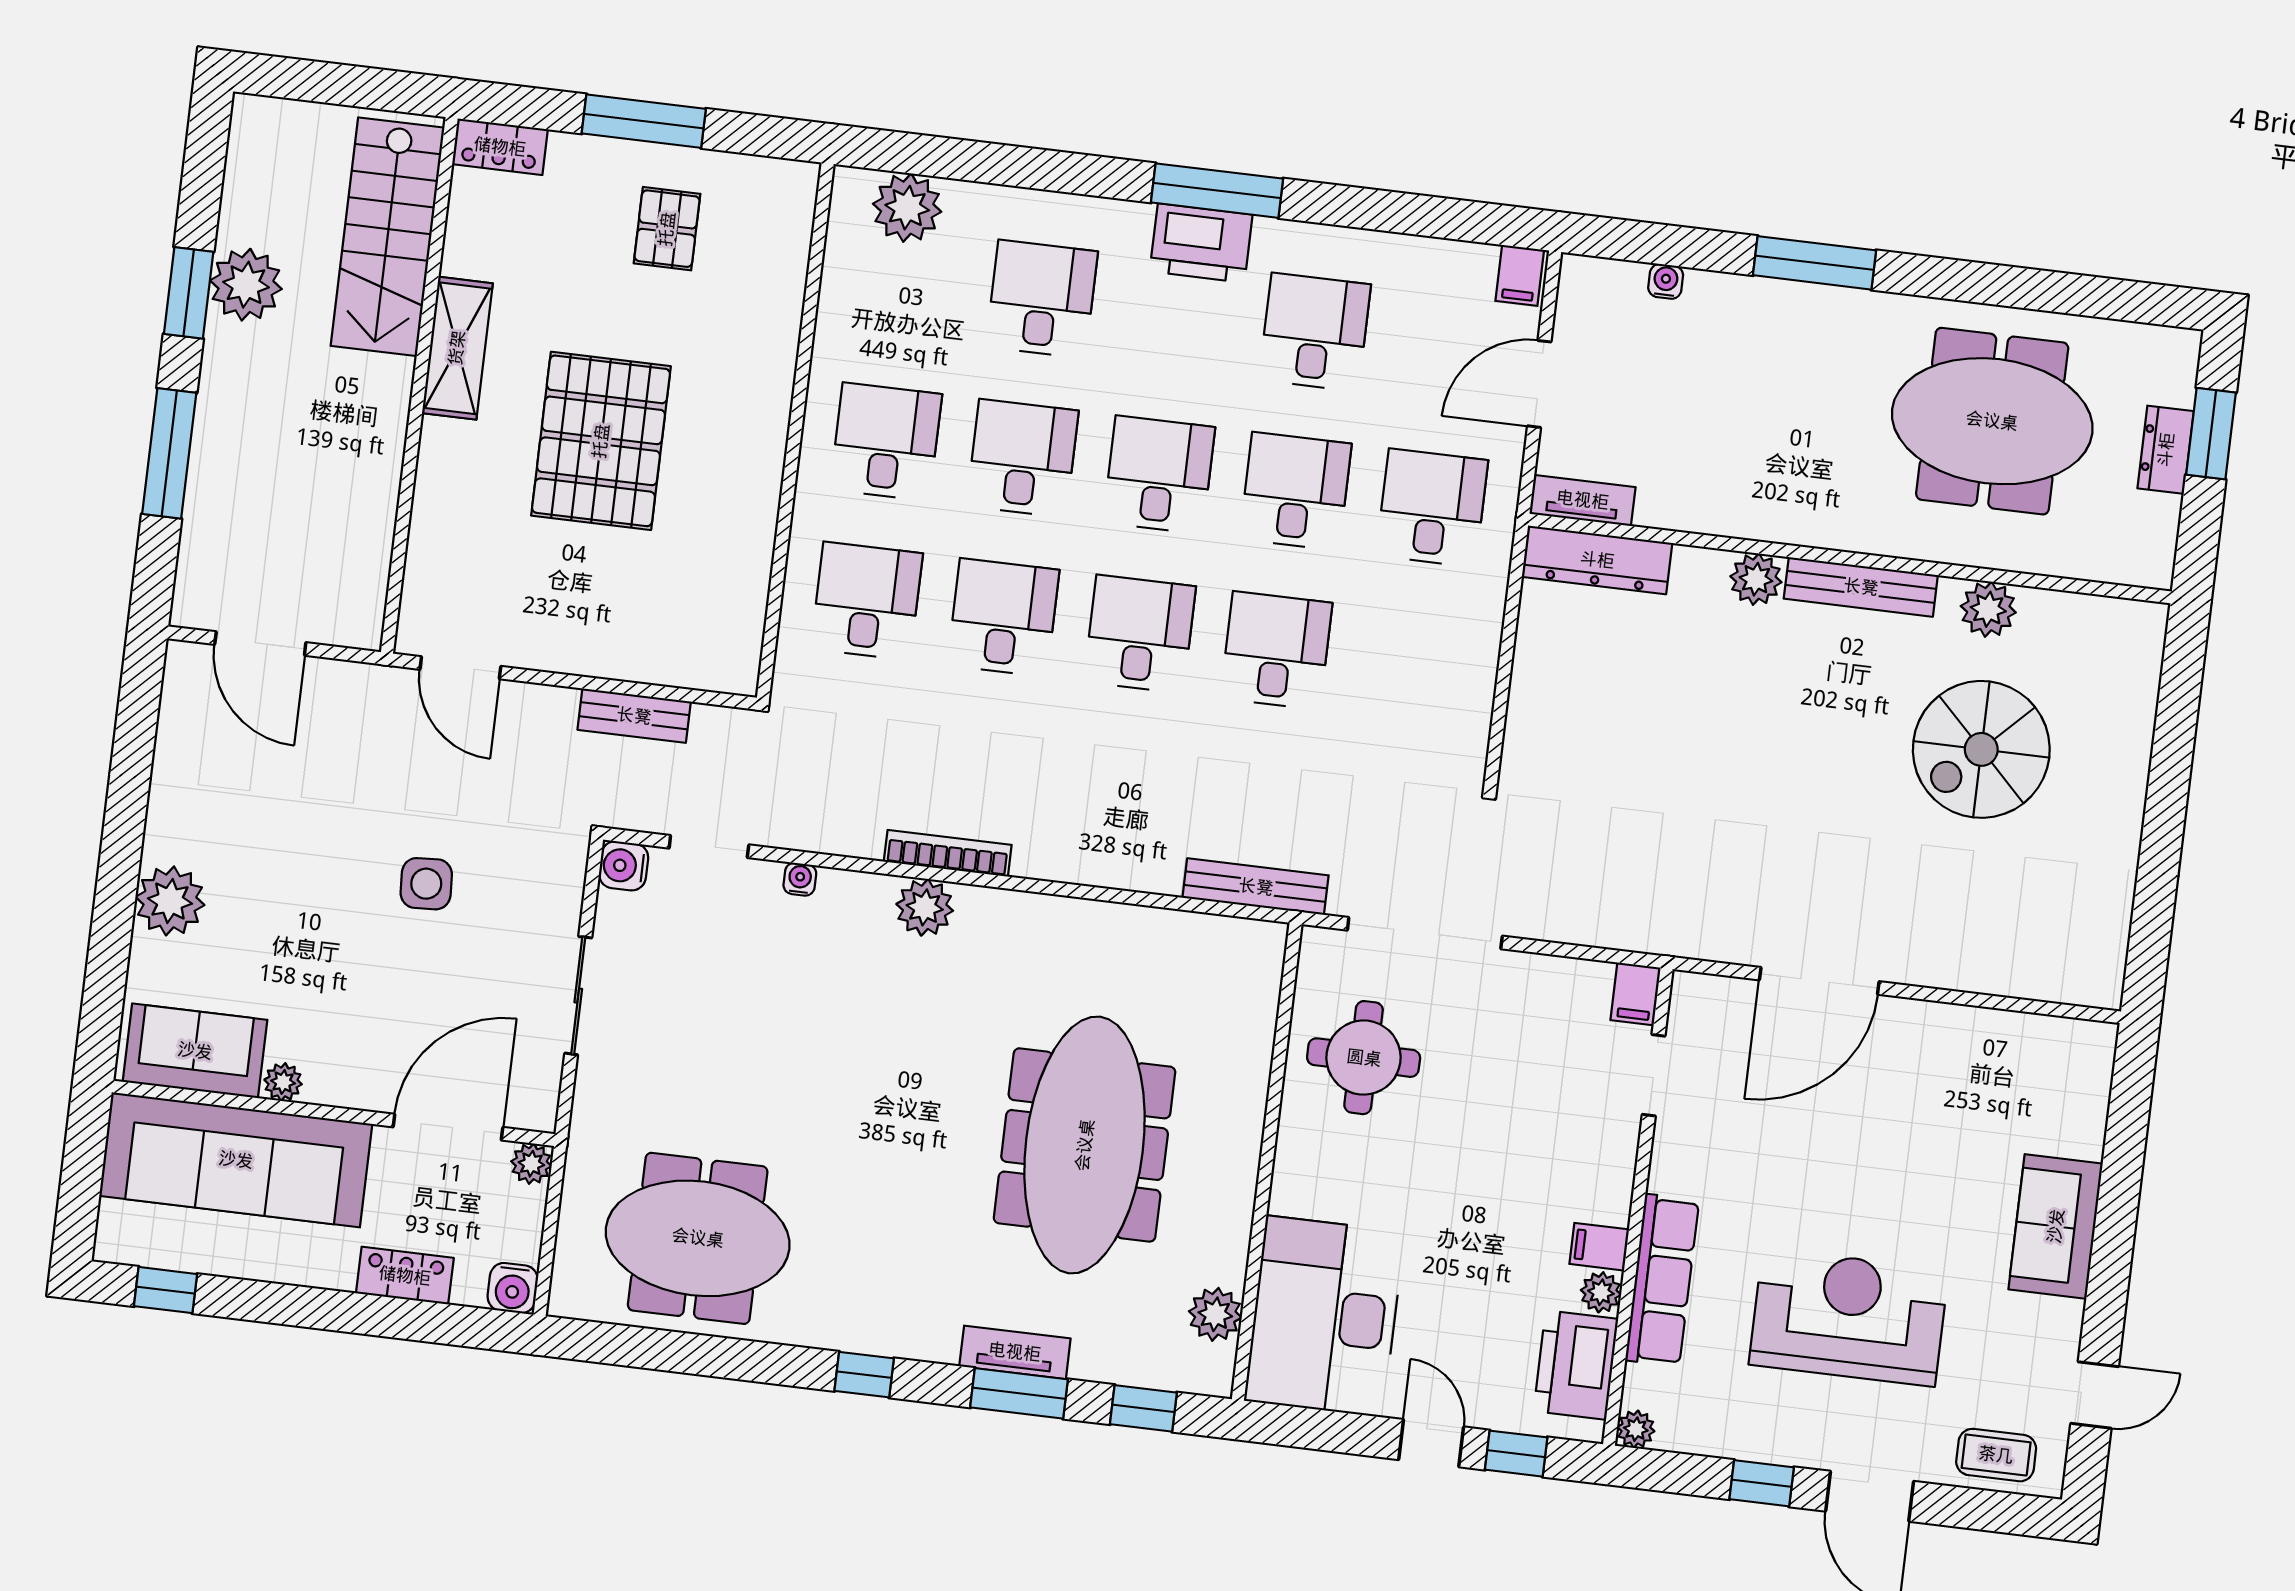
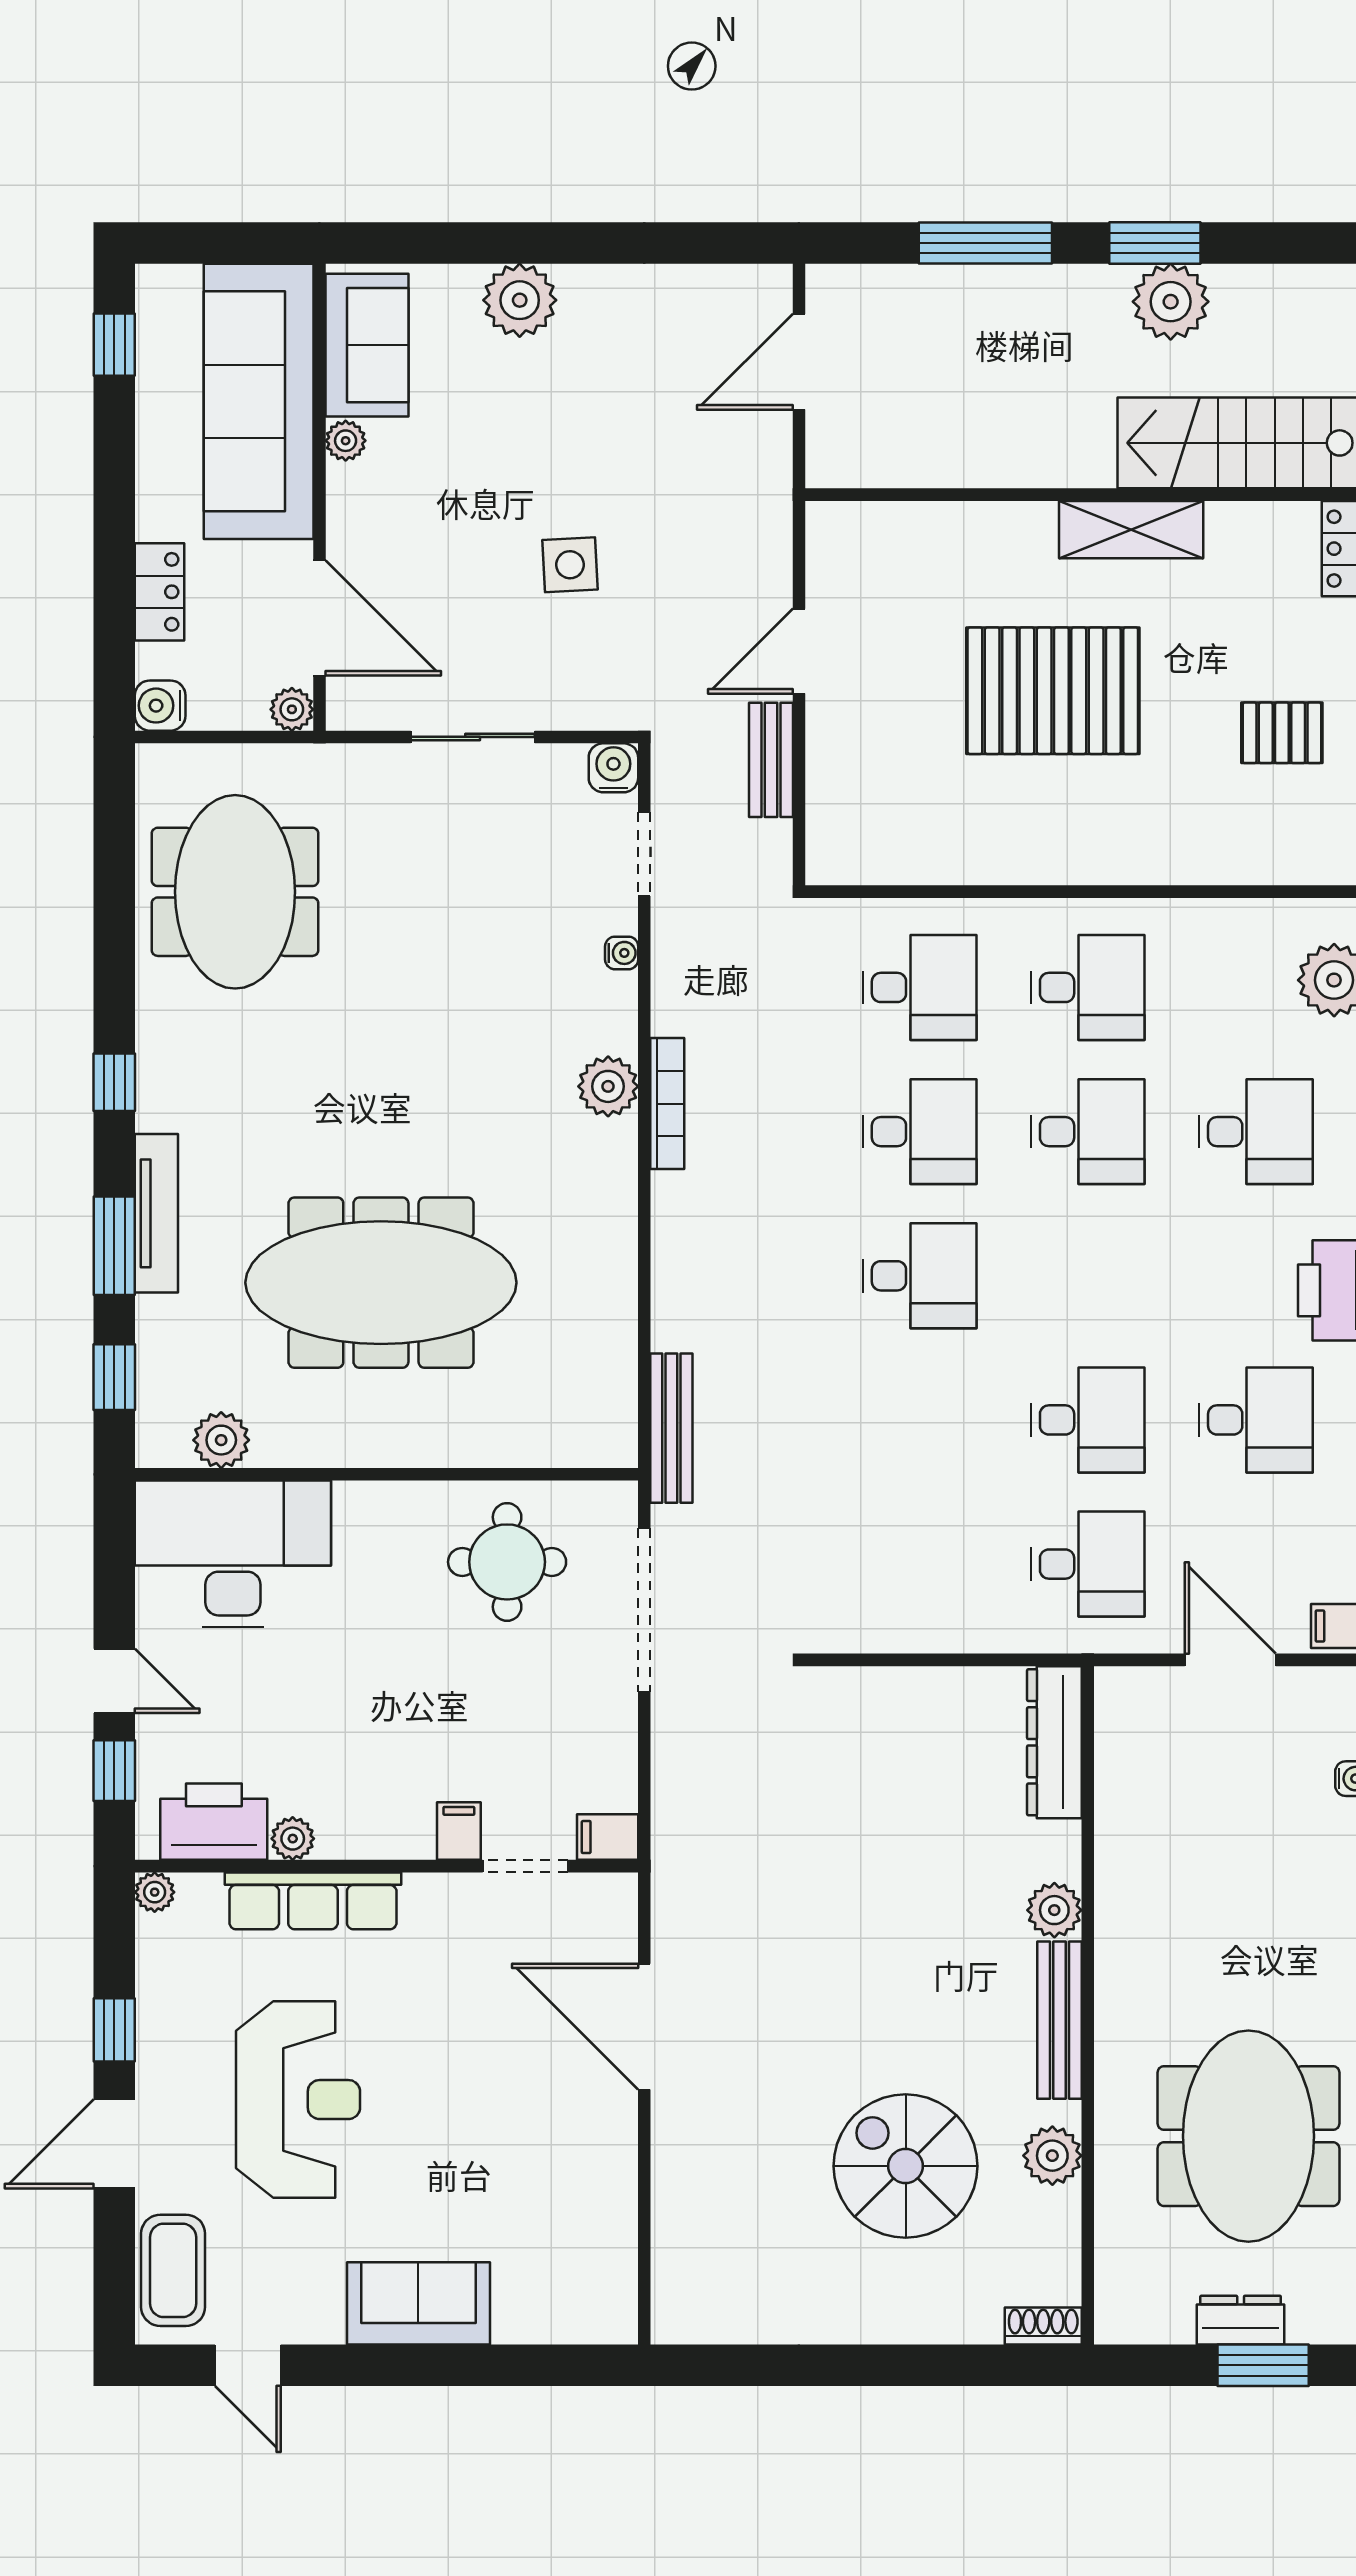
desk: (1159, 475) -> (1088, 1276), removed
tv unit: (1583, 500) -> (1114, 1720), removed
shoe rack: (2149, 637) -> (1043, 2326), added
desk: (1276, 651) -> (920, 1420), removed
door: (460, 668) -> (799, 651), moved
filing cabinet: (1599, 1247) -> (459, 1831), moved
tv unit: (1015, 1352) -> (156, 1213), width x1.41
door: (1431, 1443) -> (114, 1681), hinge flipped
coffee table: (1996, 1455) -> (173, 2270), width x1.36, depth x1.30

